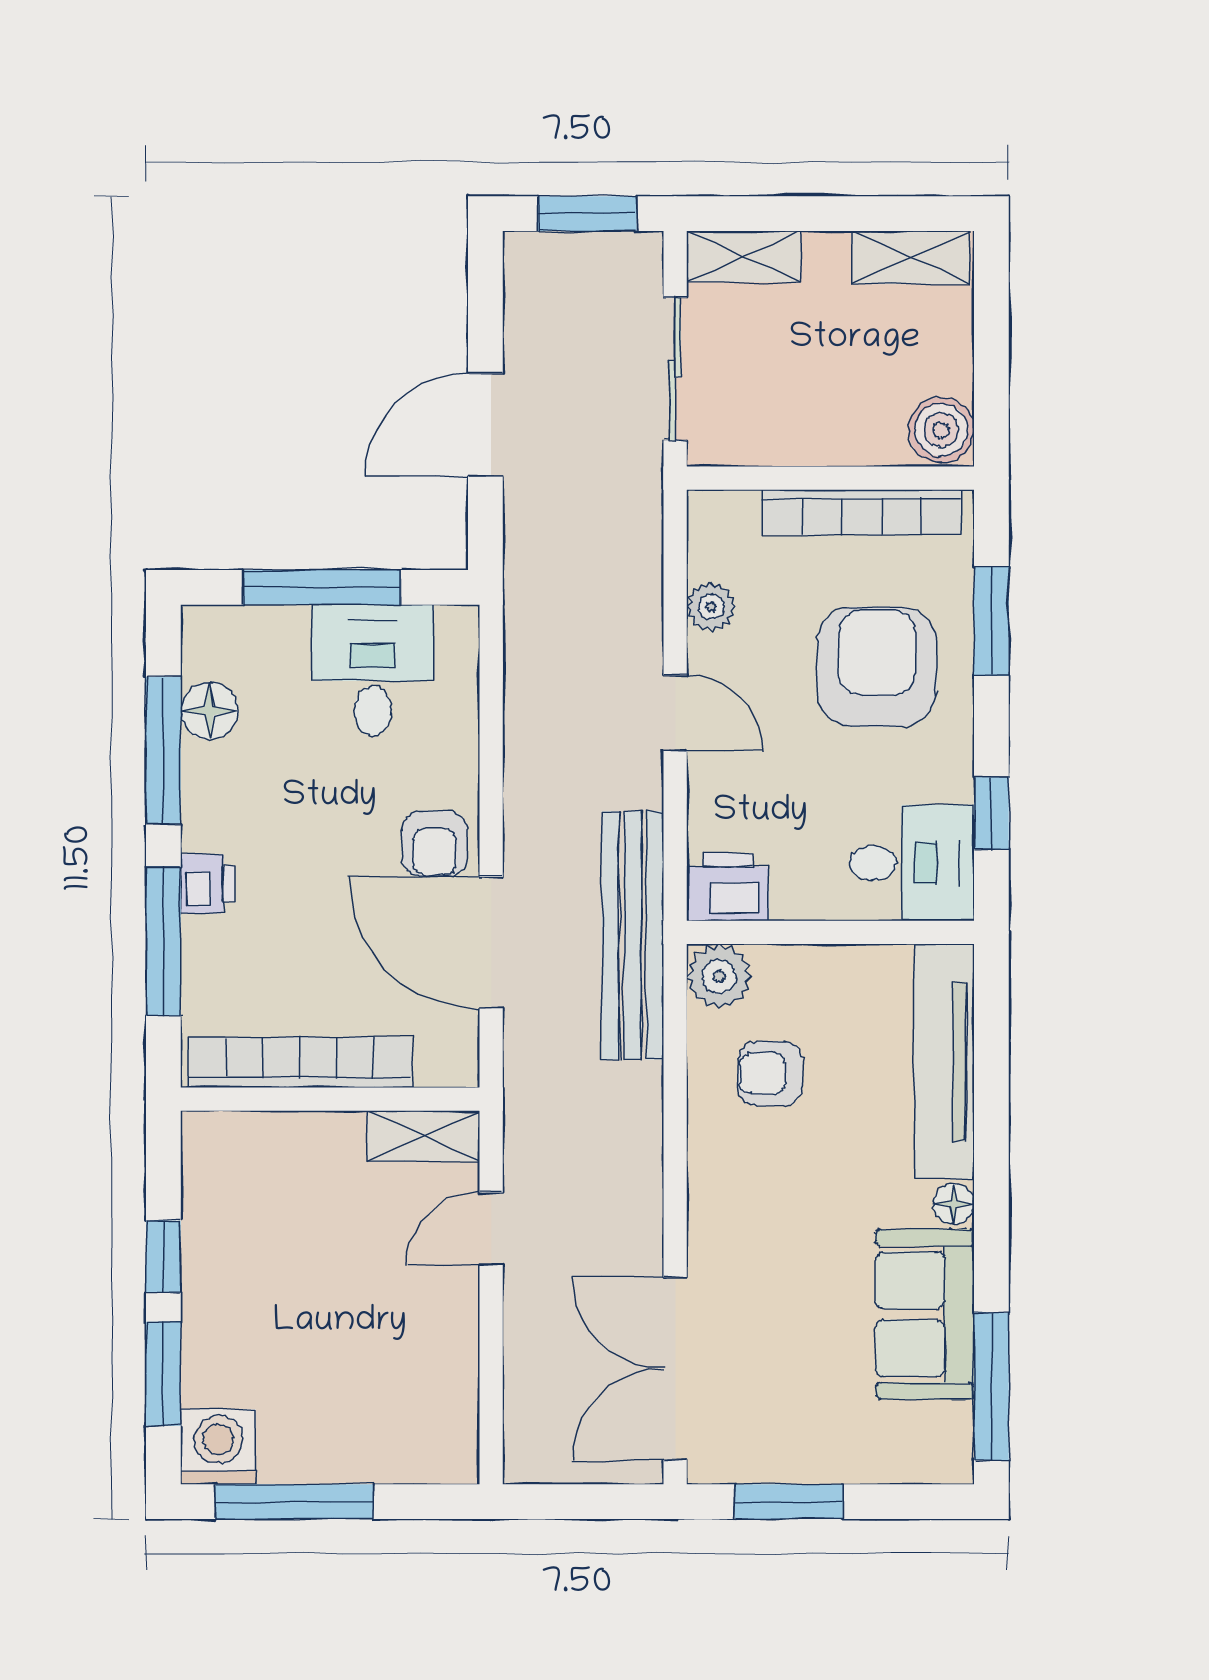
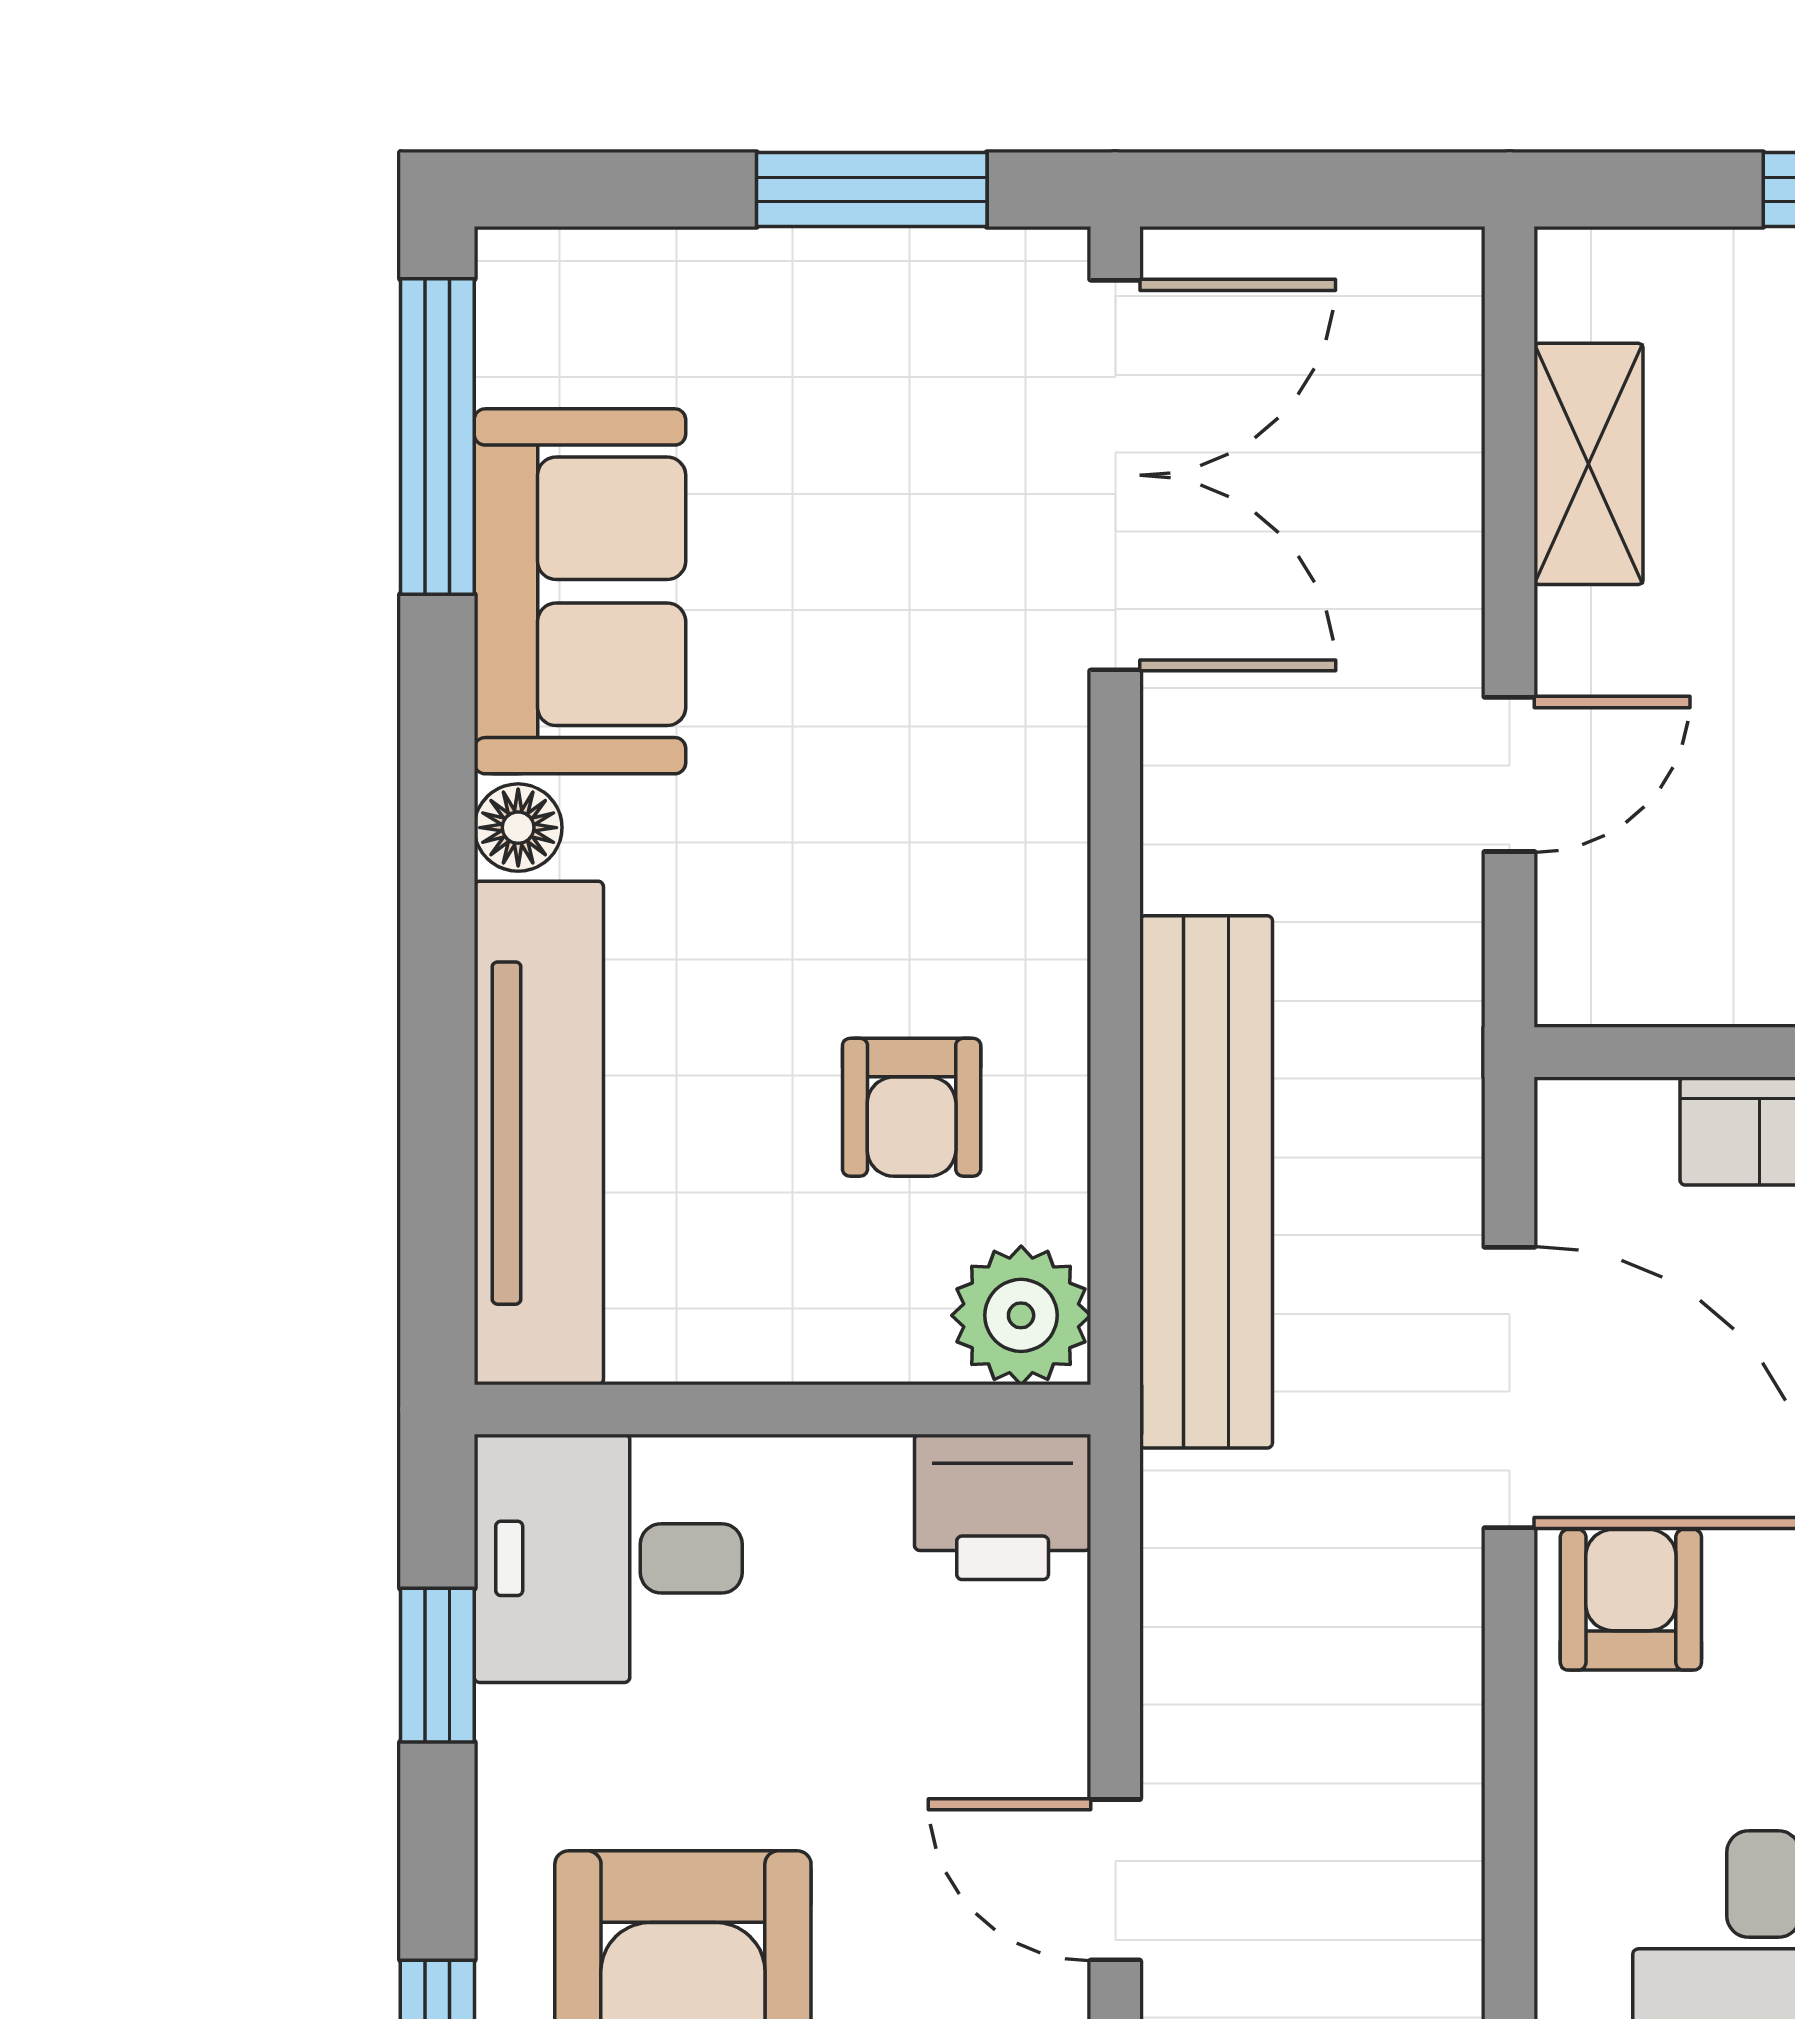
bench: (633, 935) -> (1206, 1182), moved
armchair: (770, 1073) -> (912, 1107), turned 90
shelving: (423, 1136) -> (1588, 464), moved, turned 90

